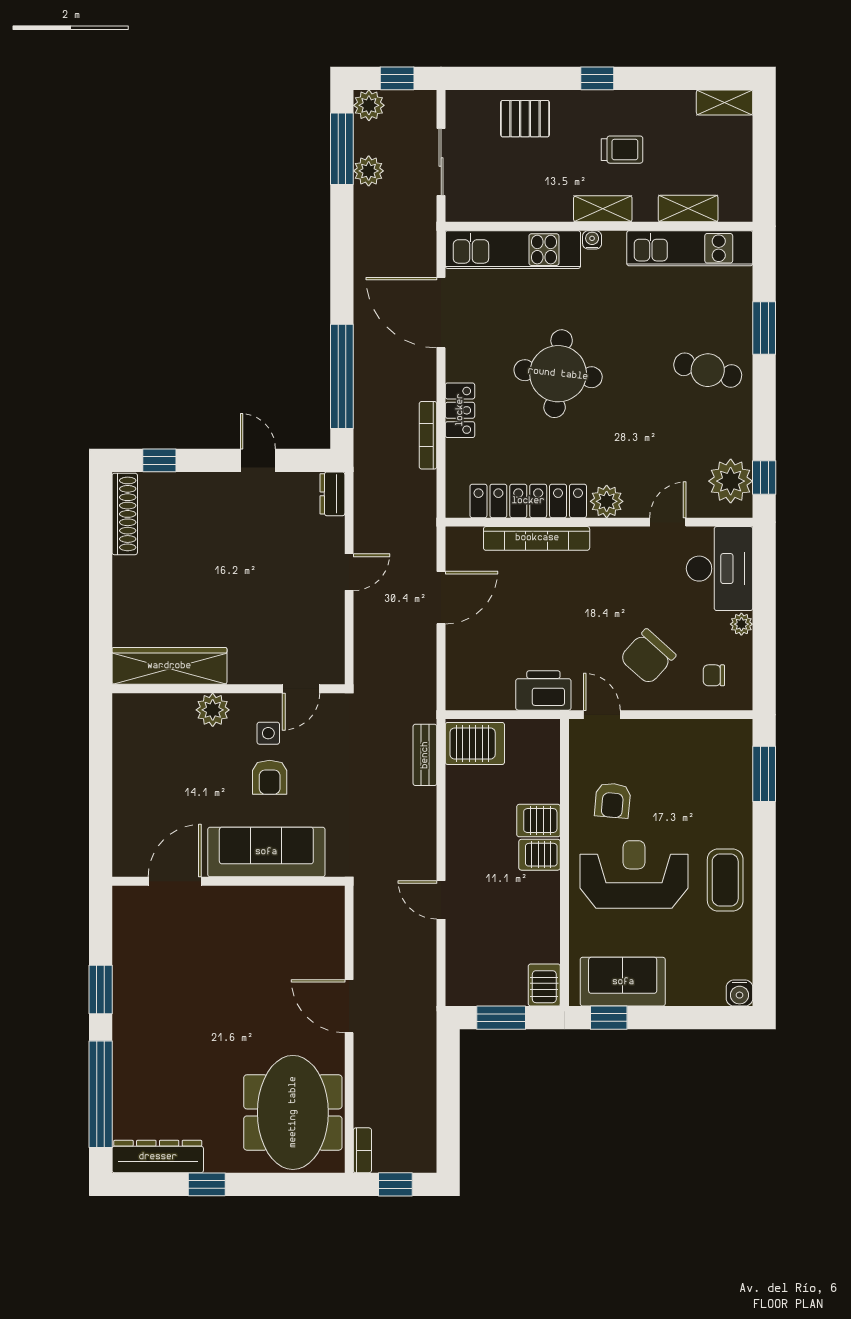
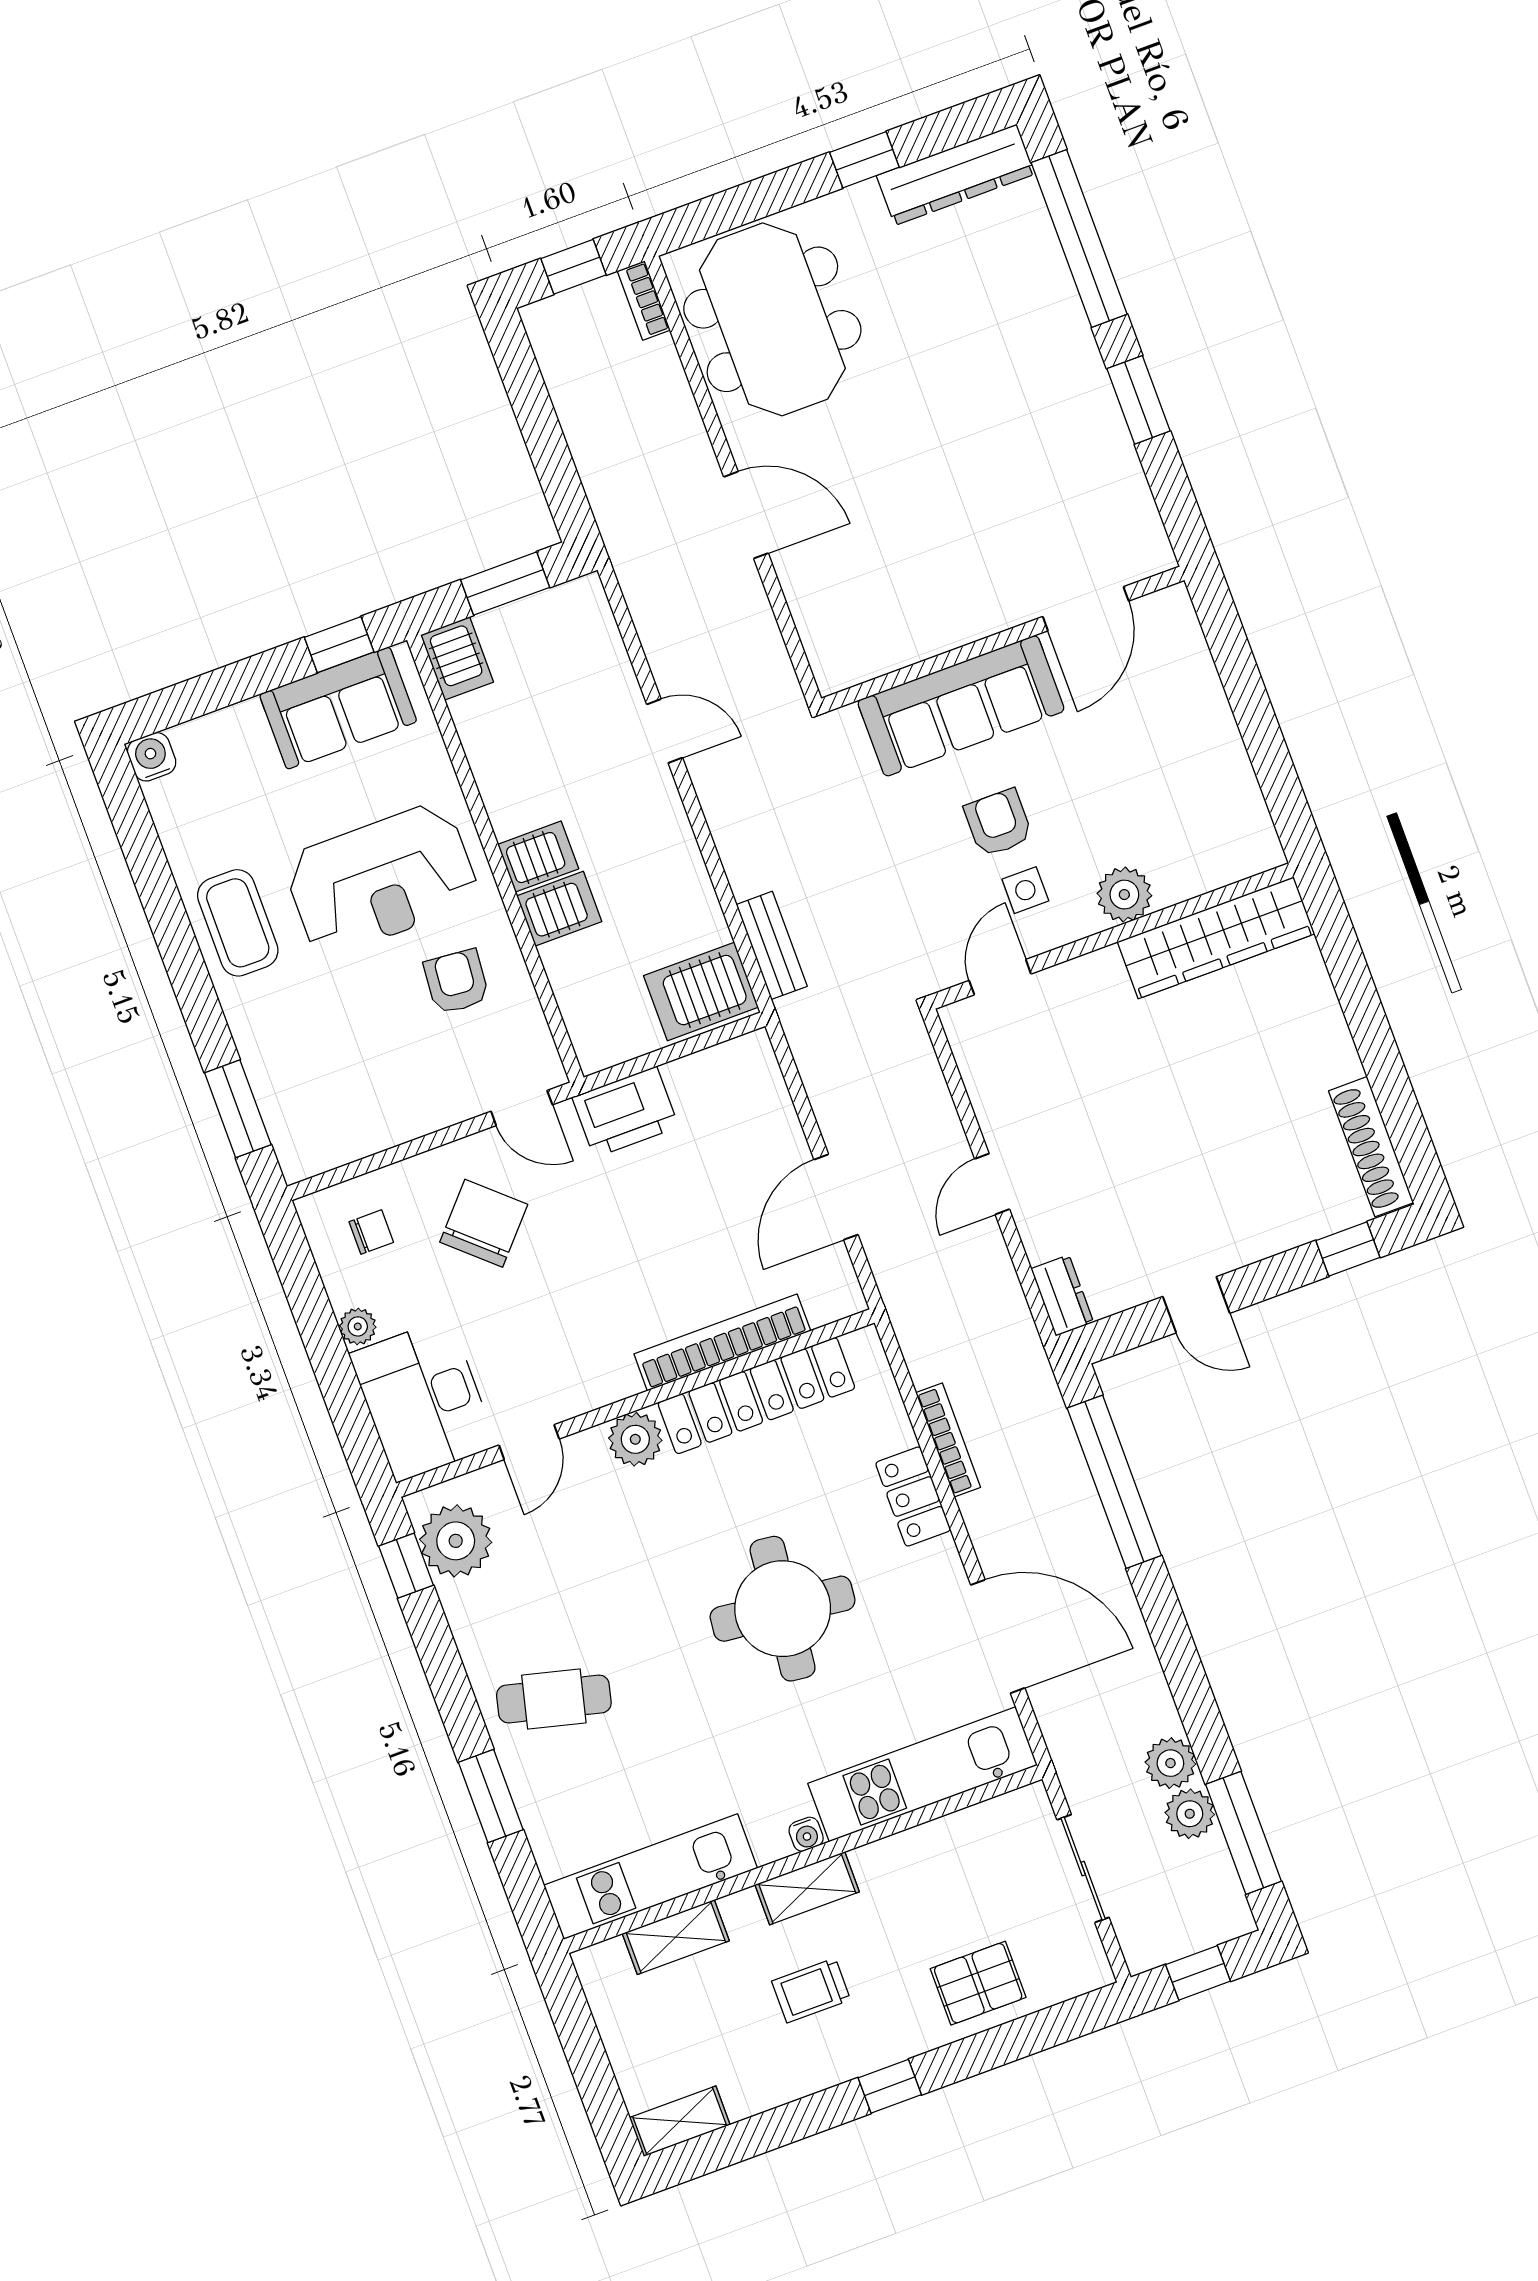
plant: (369, 105) -> (1170, 1763), moved

